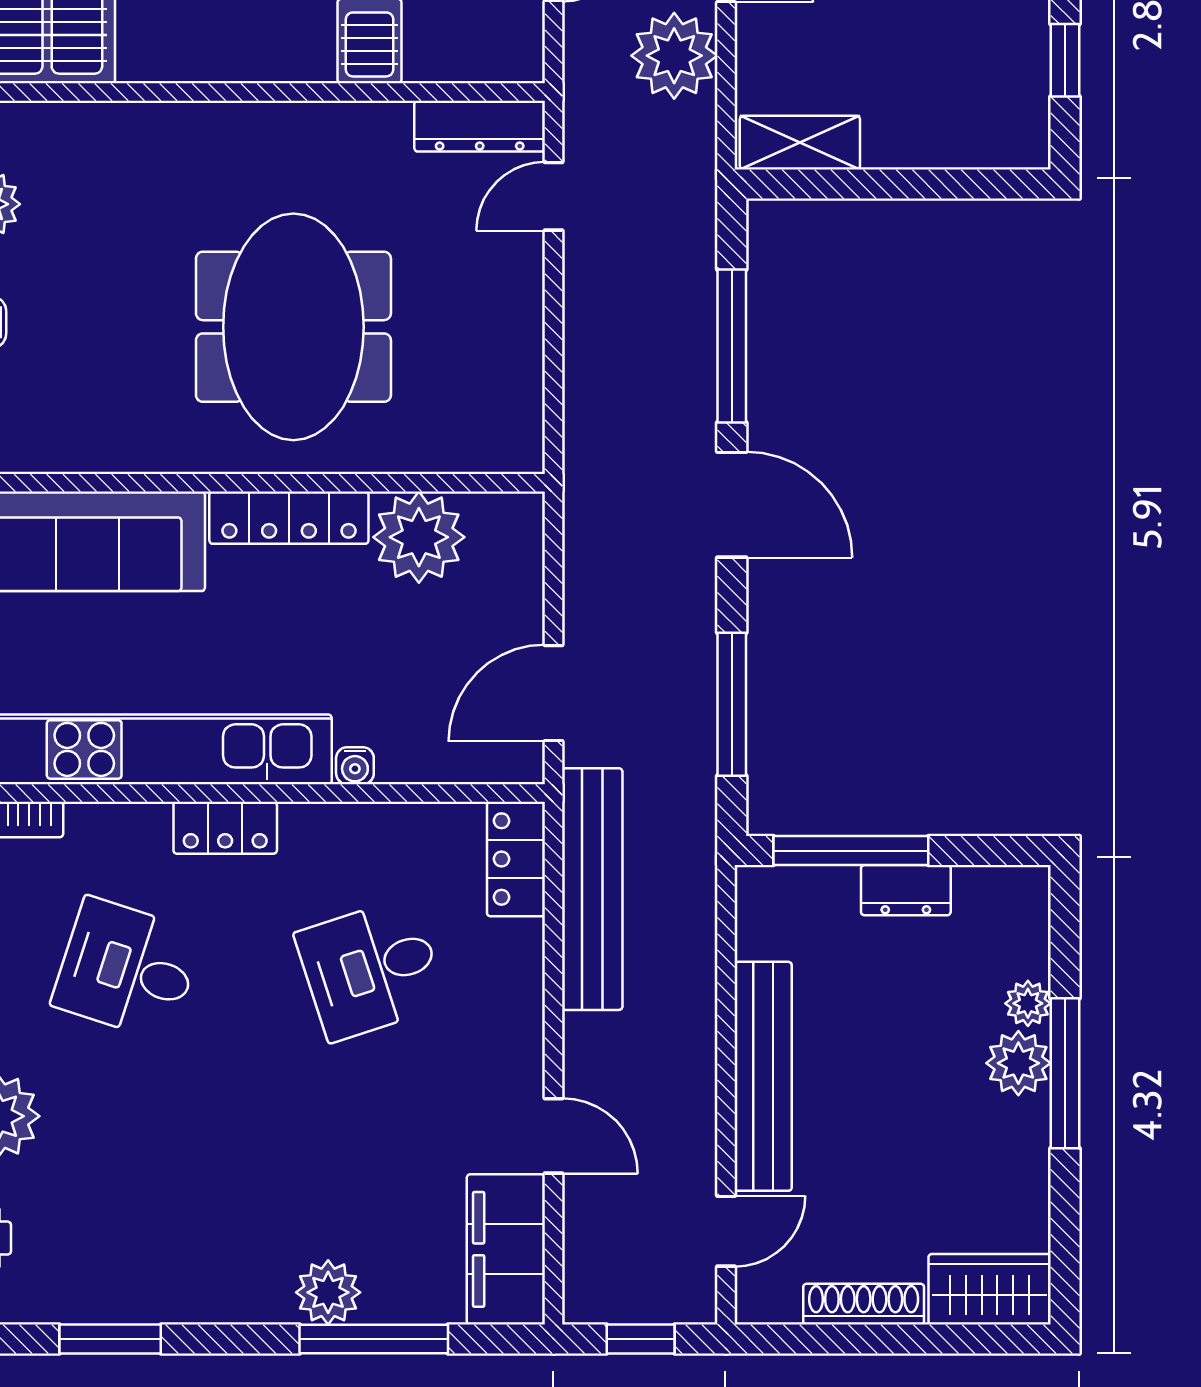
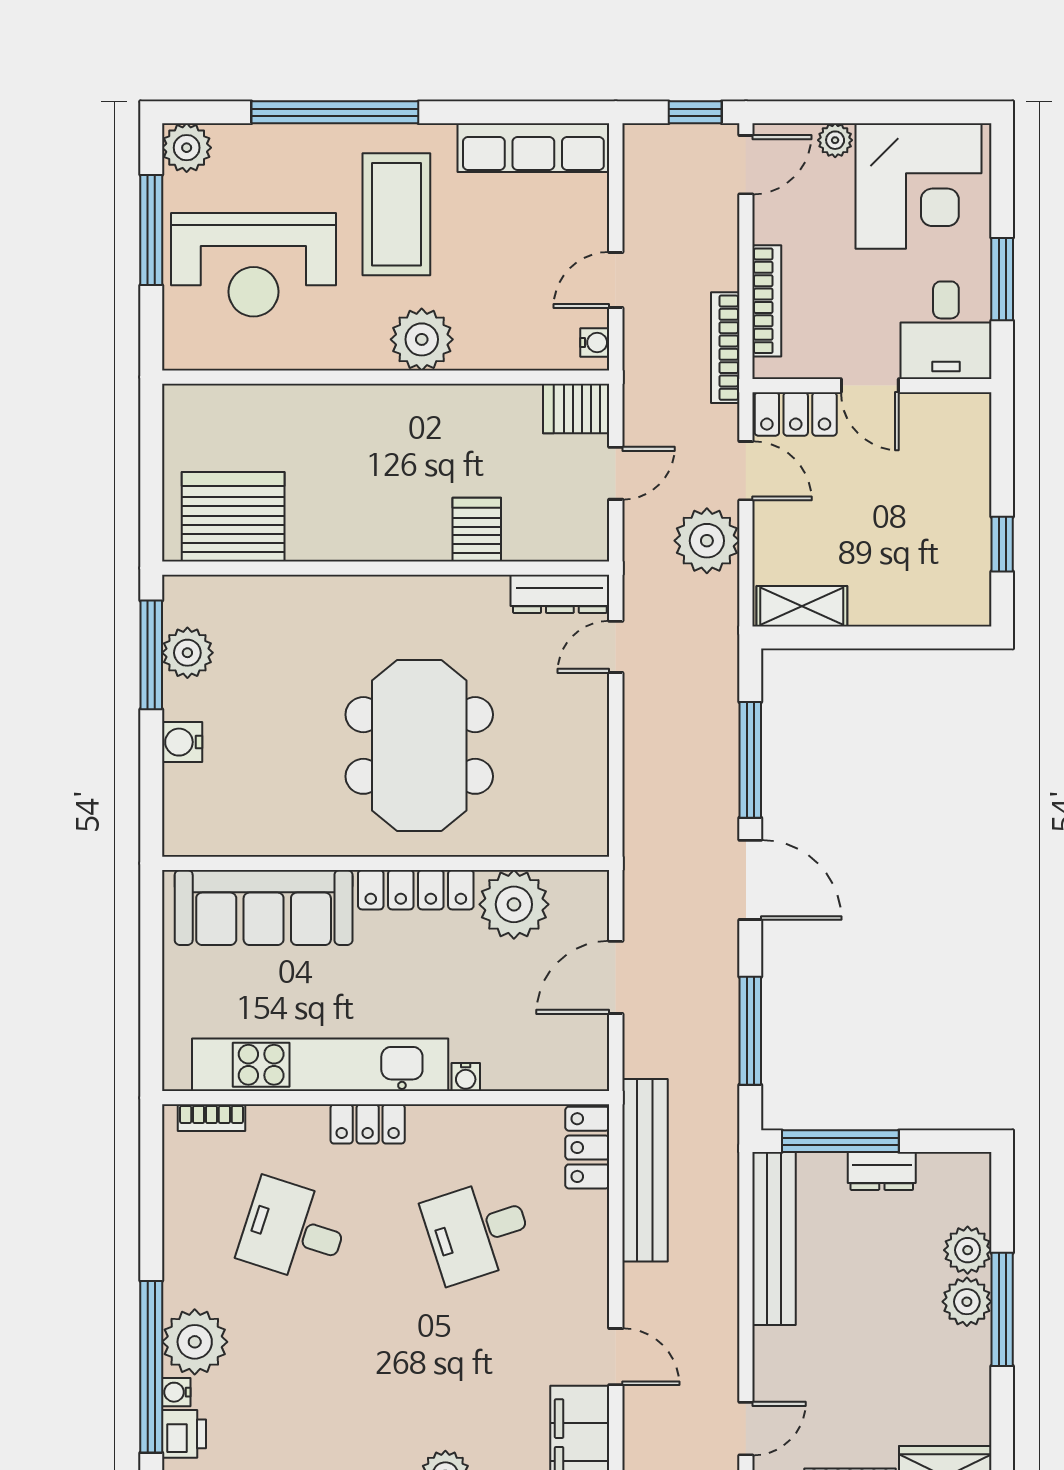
door: (554, 693) -> (616, 977), moved
plant: (1028, 1003) -> (968, 1250), width x1.38, depth x1.38
bench: (763, 1076) -> (774, 1239), moved

